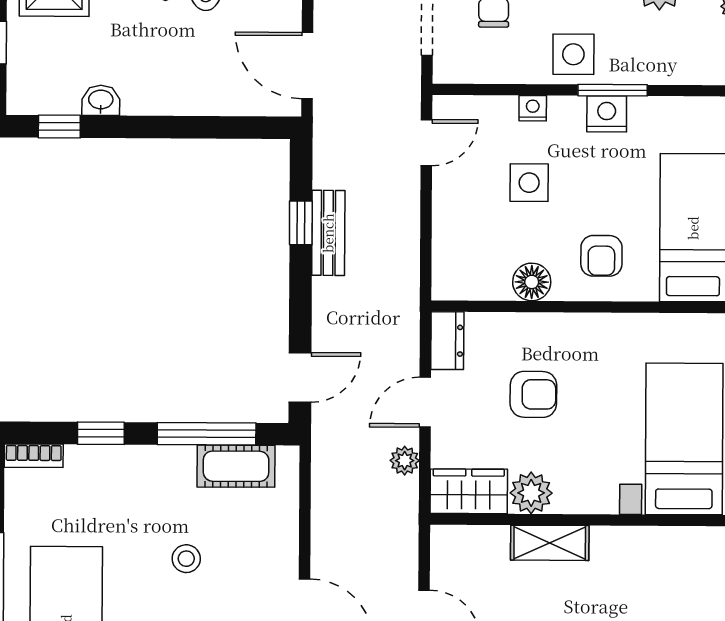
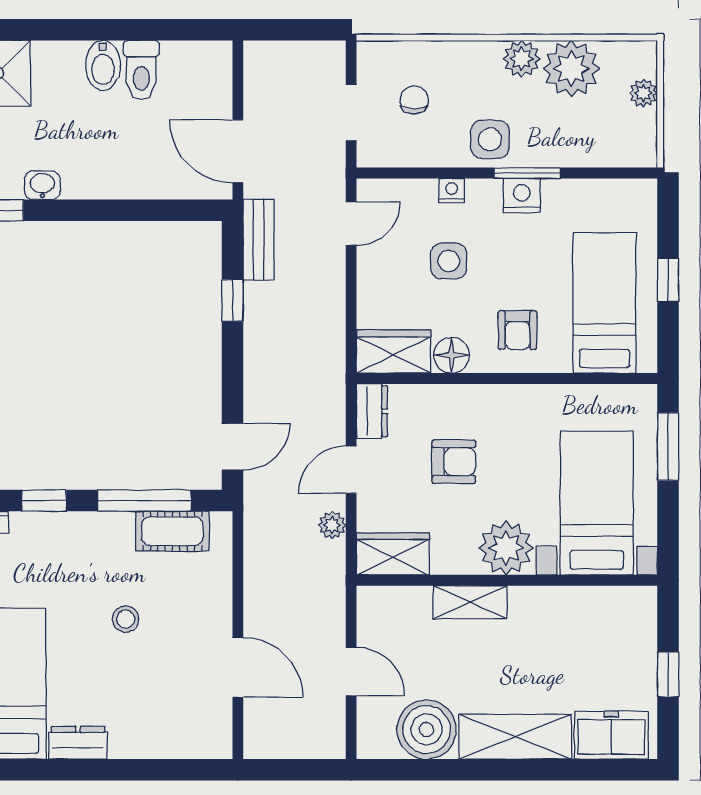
bench: (328, 233) -> (259, 240), moved
wardrobe: (471, 278) -> (394, 352), added
plant: (531, 493) -> (506, 548), moved, width x1.36, depth x1.36

